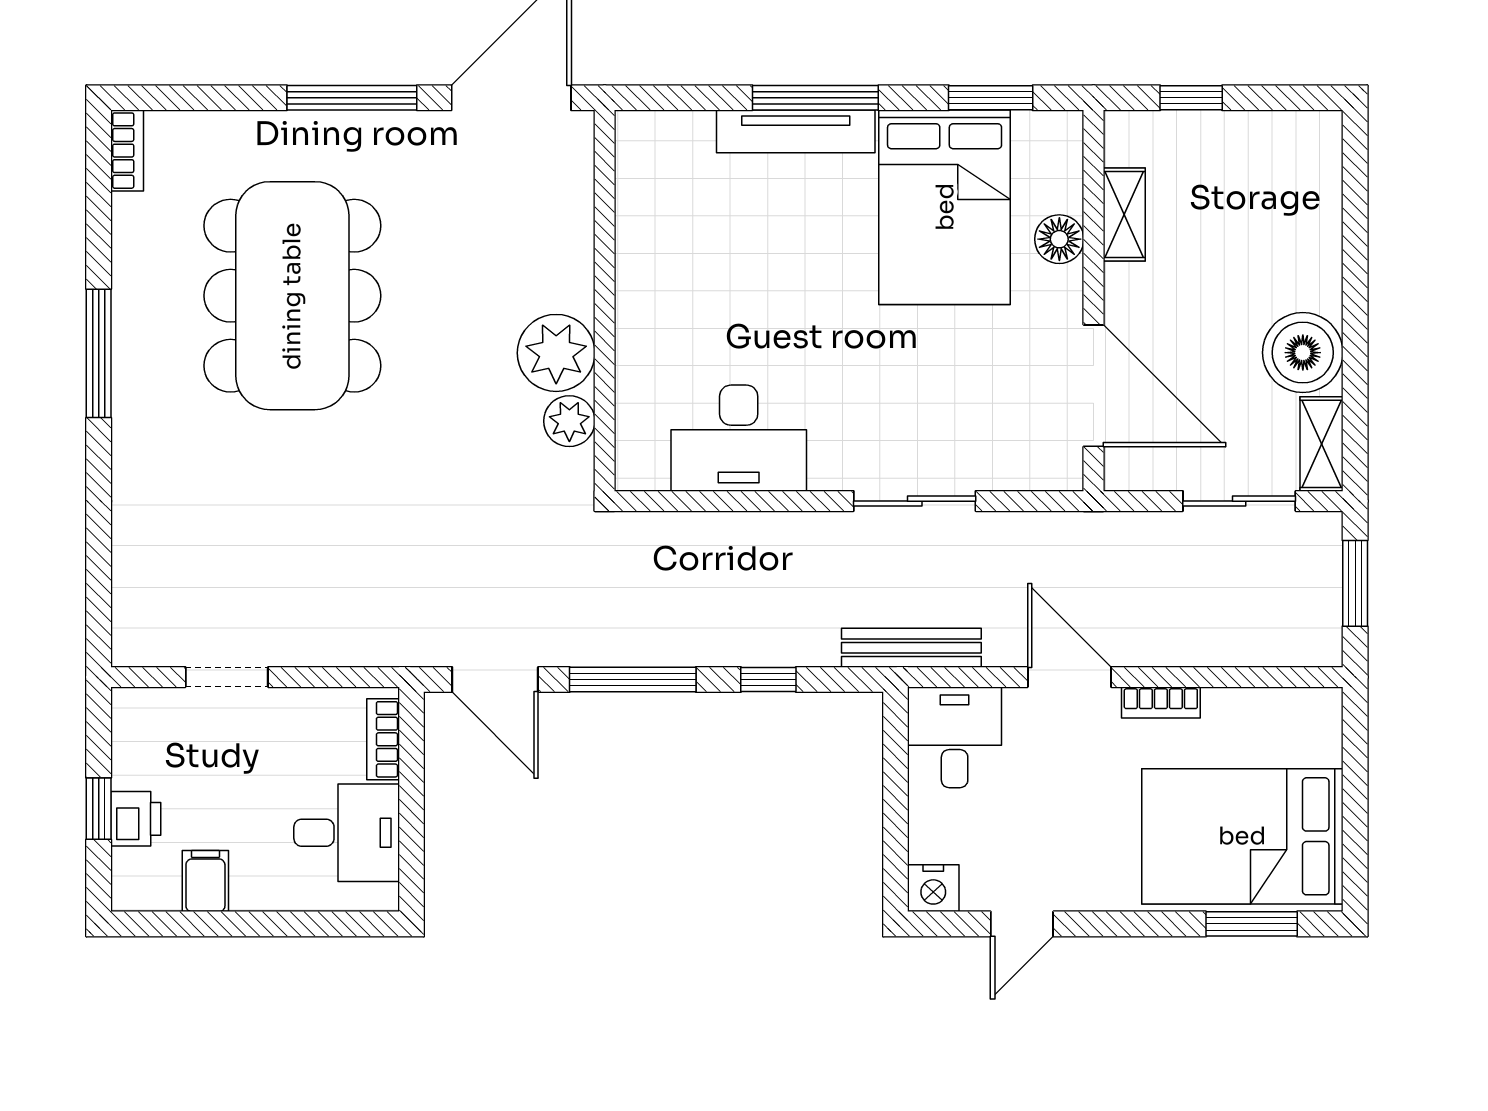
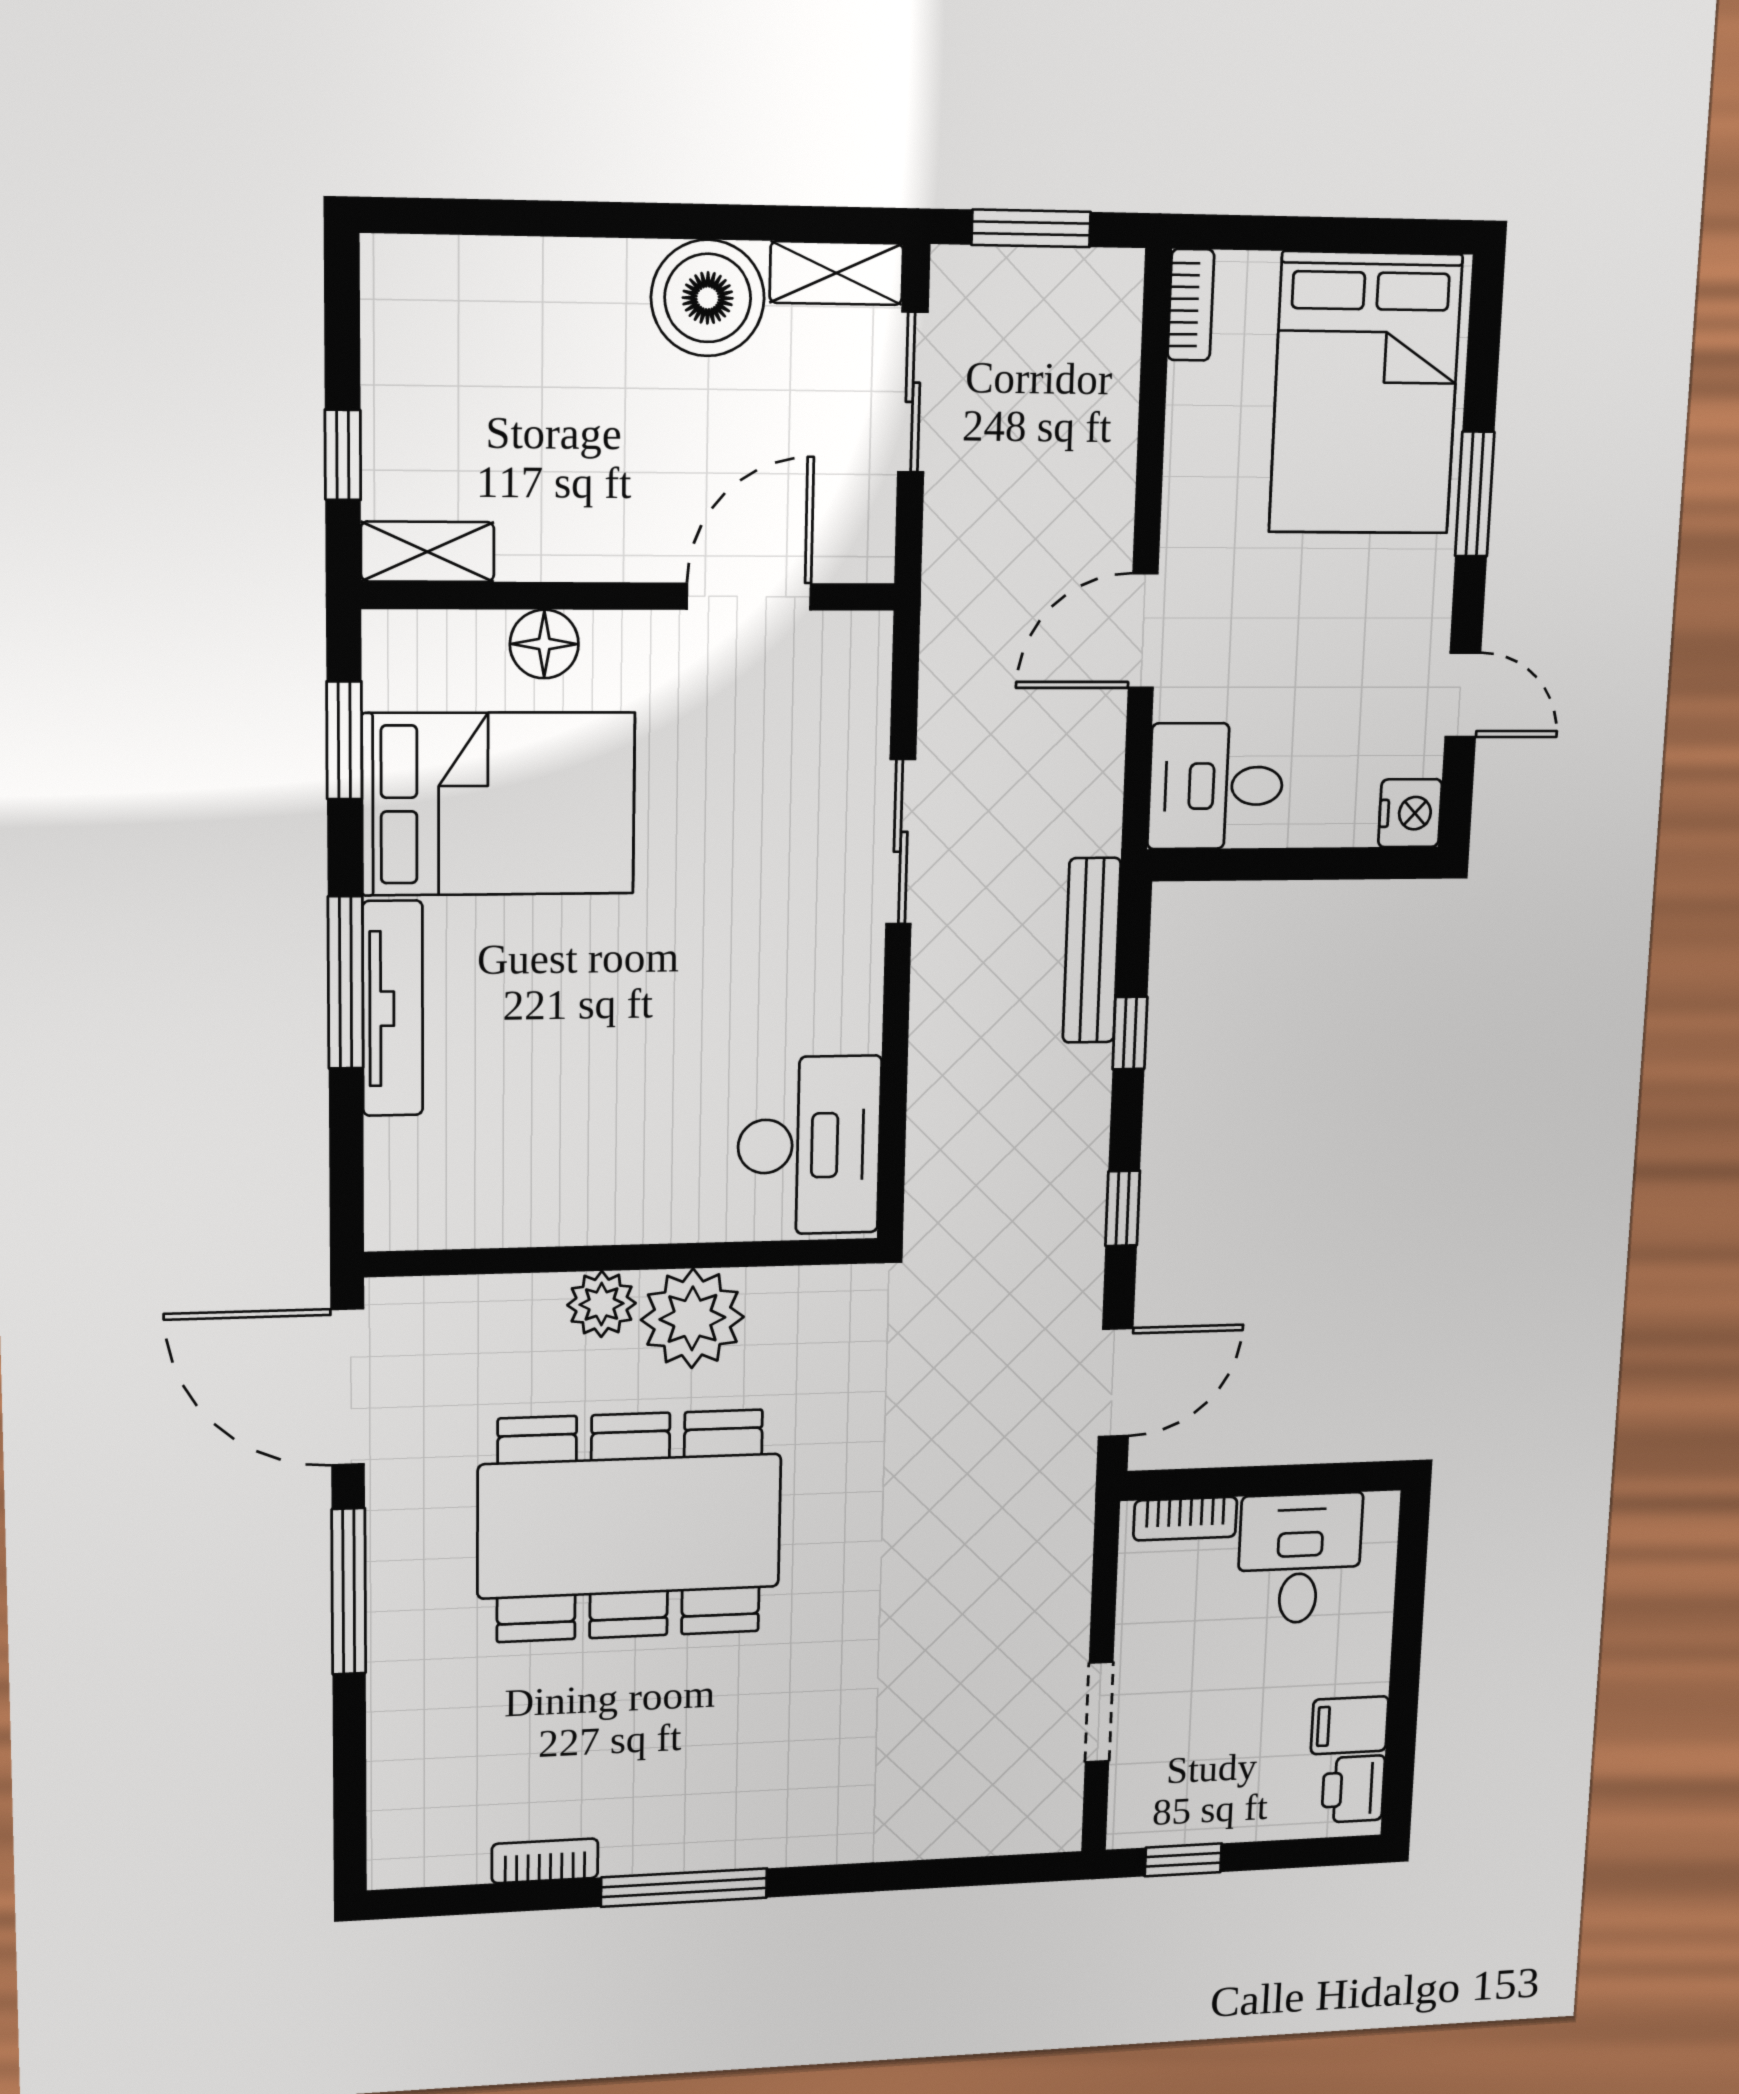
bookcase: (127, 151) -> (545, 1861), moved
shelving: (1124, 214) -> (428, 552), moved
dining table: (292, 296) -> (630, 1526), moved
door: (1093, 386) -> (749, 596), width x0.73
plant: (569, 421) -> (602, 1304), moved
desk: (739, 438) -> (809, 1145), moved
bench: (911, 648) -> (1092, 951), moved
window: (633, 679) -> (1123, 1208), width x0.46
bookcase: (1161, 702) -> (1191, 305), moved
window: (99, 809) -> (1183, 1860), moved
printer: (136, 819) -> (1353, 1789), moved, turned -90
window: (1252, 924) -> (1475, 494), moved

